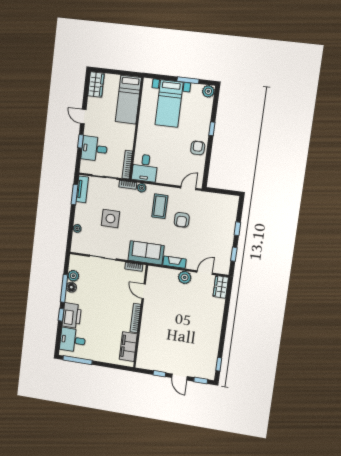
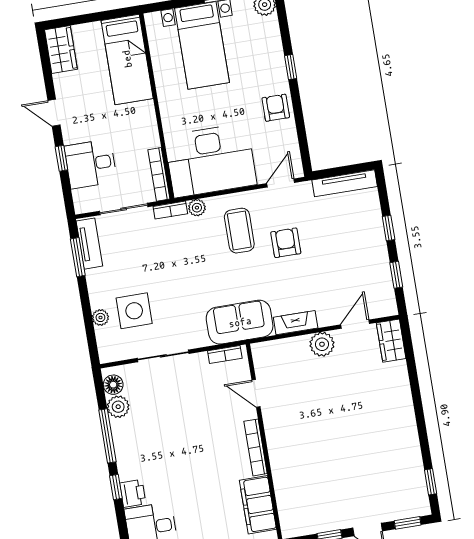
desk: (145, 168) -> (210, 160), width x1.87, depth x1.30
tv unit: (222, 198) -> (345, 183), added
side table: (110, 219) -> (134, 311), moved
armchair: (182, 220) -> (286, 243), turned 180
floor lamp: (71, 287) -> (113, 385), moved
printer: (72, 316) -> (133, 493), width x0.53, depth x0.68

